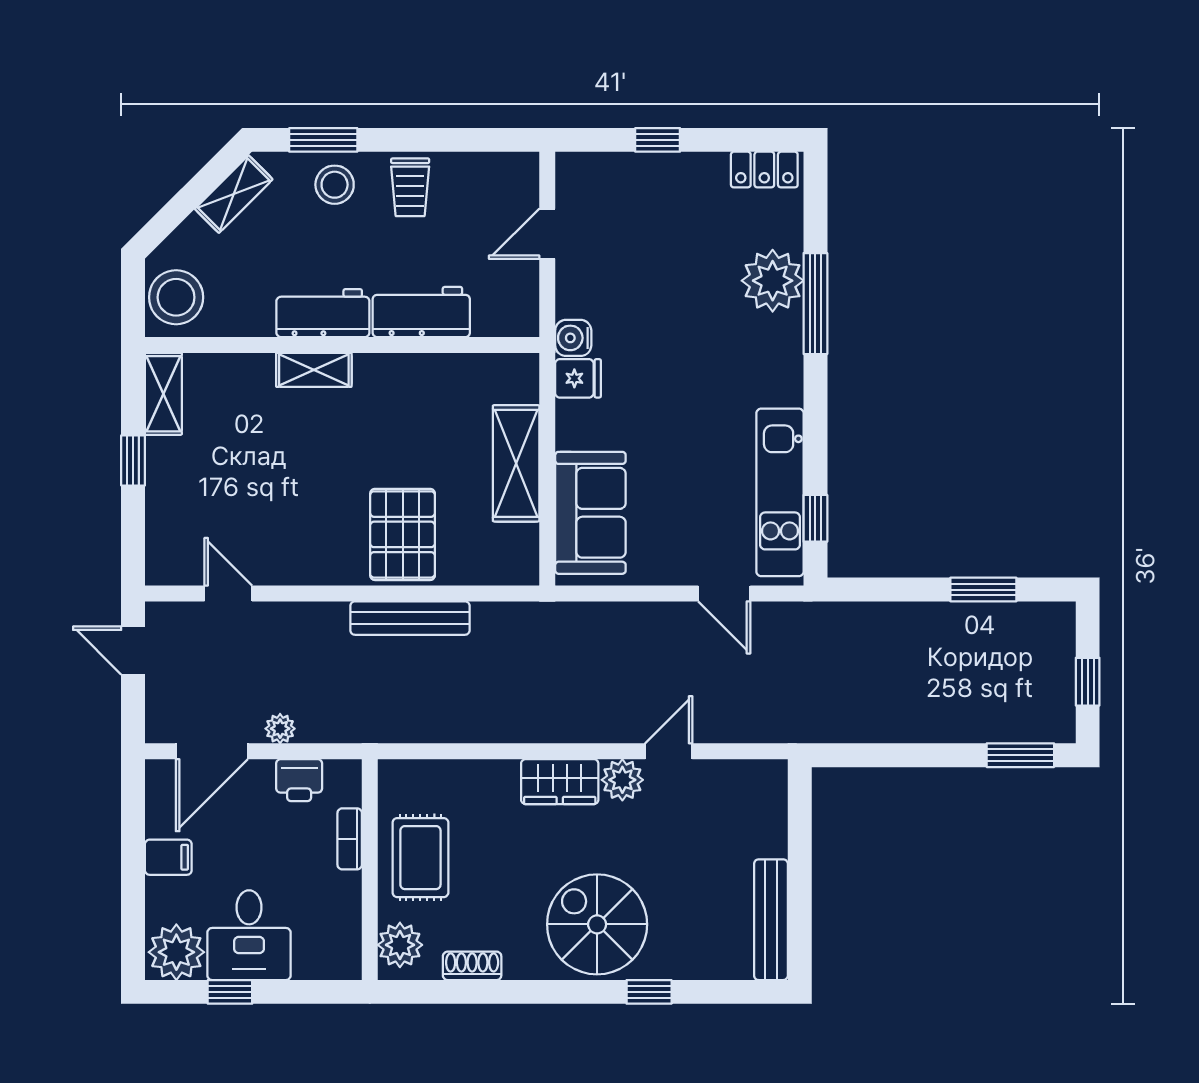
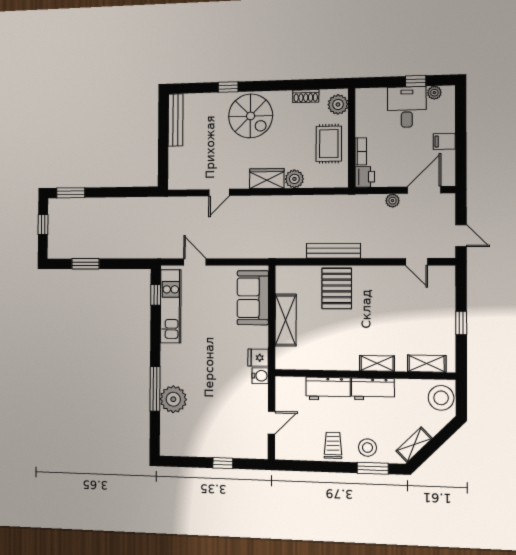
locker: (764, 170) -> (177, 448), removed
shelving: (163, 394) -> (427, 364), moved, turned 90
printer: (299, 780) -> (365, 177), moved, turned 90
plant: (622, 780) -> (294, 179), moved
plant: (176, 952) -> (434, 93), width x0.53, depth x0.53

